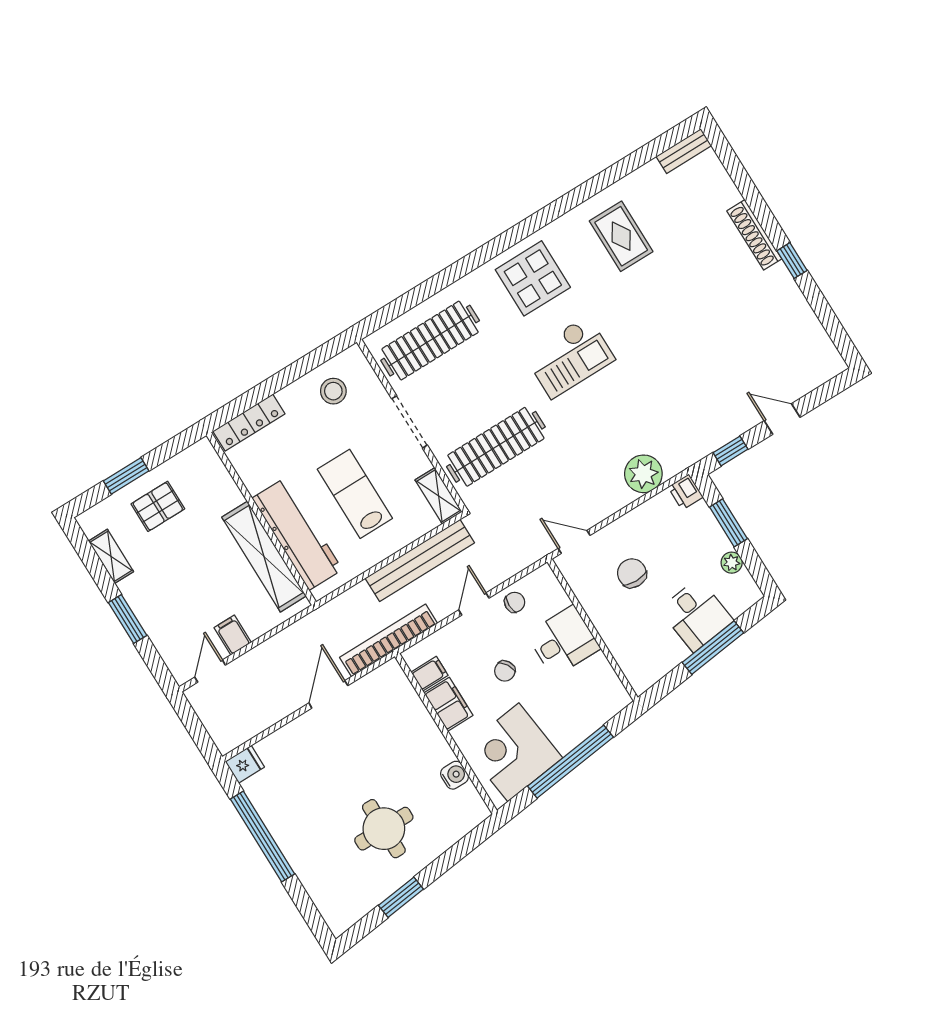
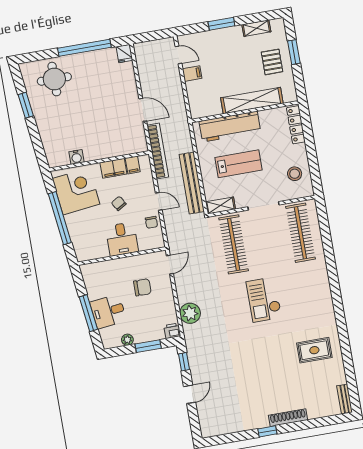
display table: (533, 278) -> (311, 297), removed
shelving: (264, 557) -> (252, 101), moved
round table: (384, 829) -> (54, 79), moved

